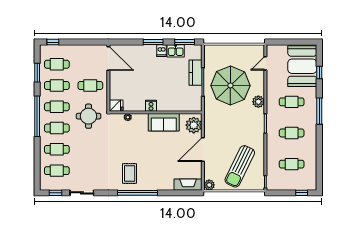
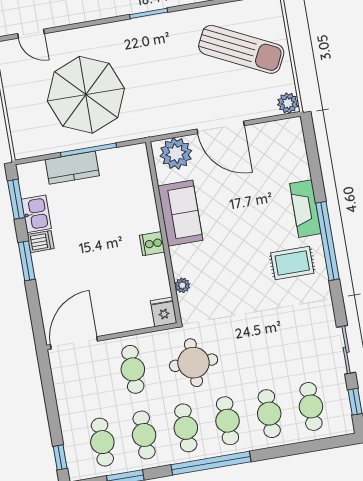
plant: (258, 102) -> (108, 35), removed
fireplace: (188, 185) -> (305, 209), moved

